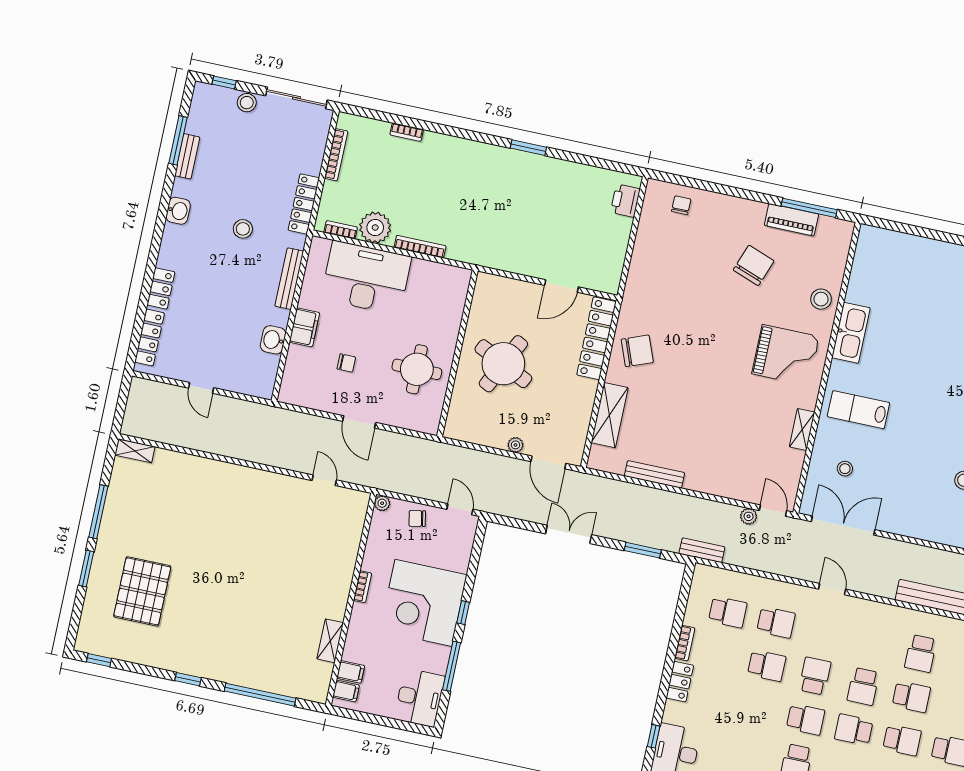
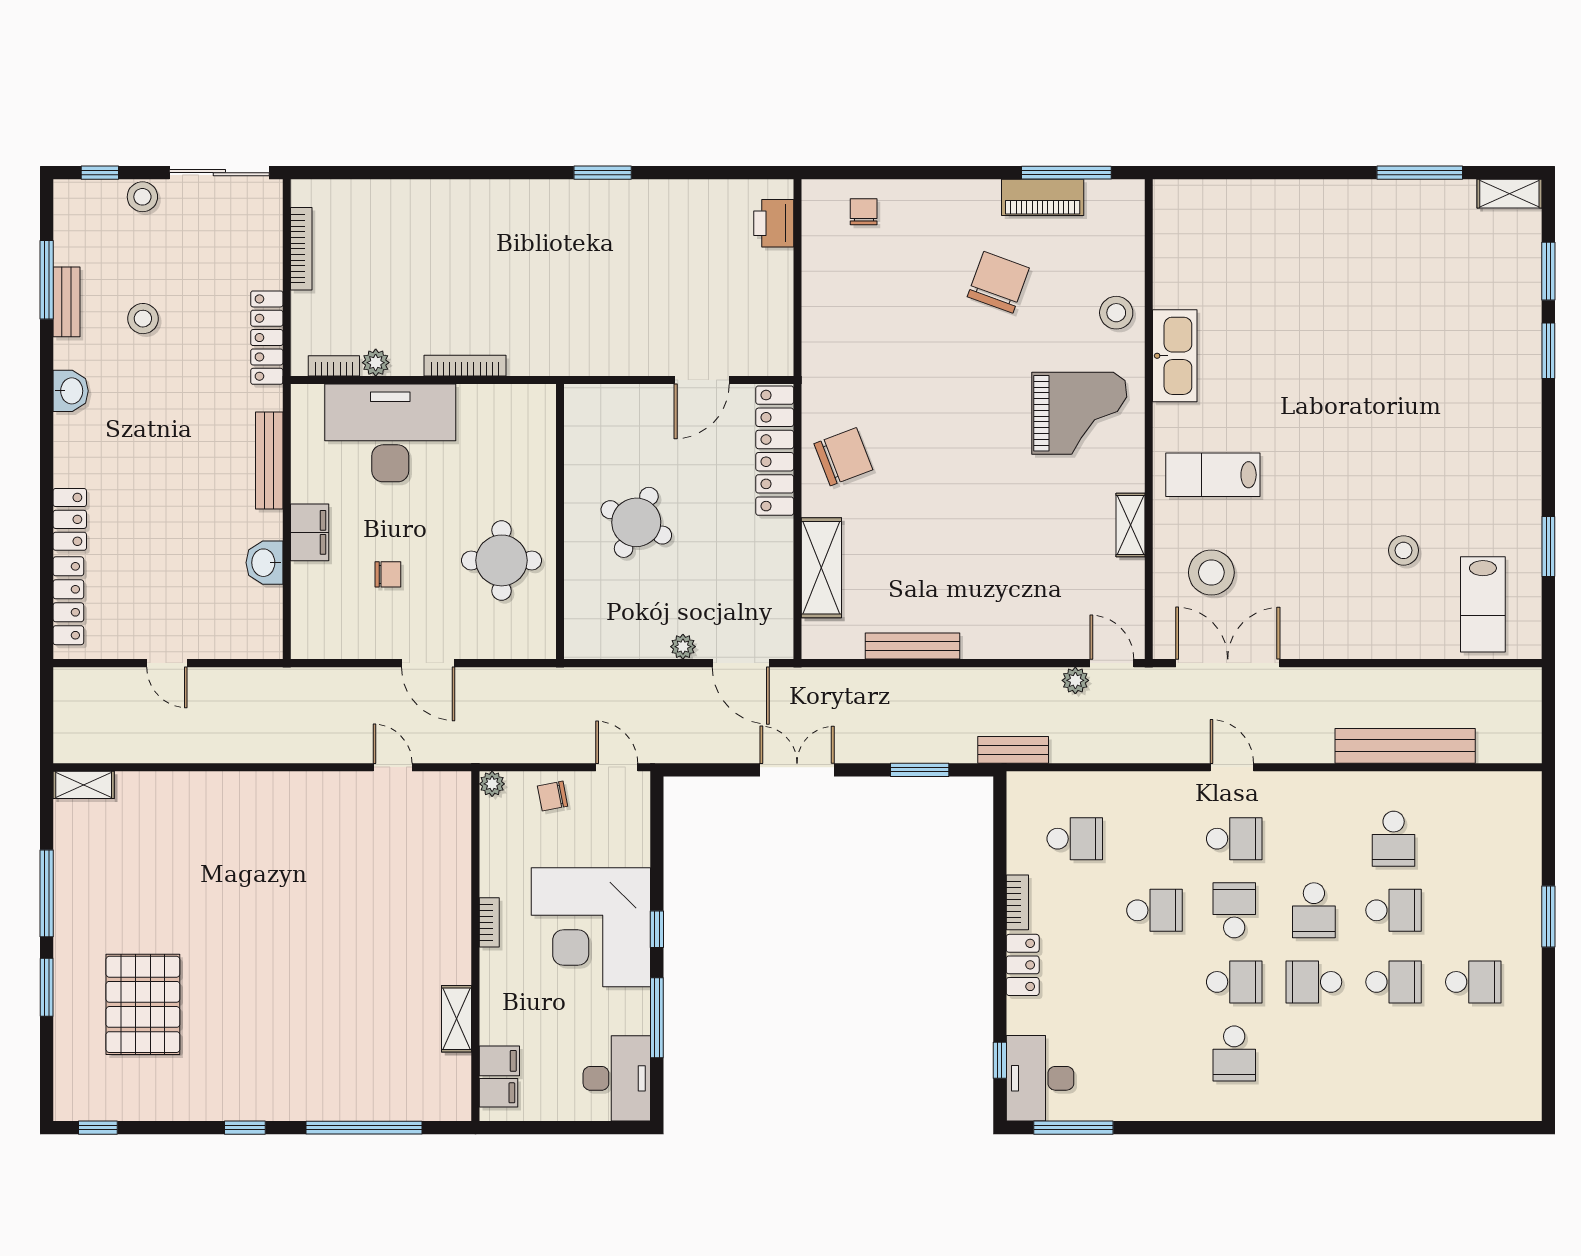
bookcase: (407, 132) -> (405, 189), removed
plant: (375, 228) -> (376, 363), width x0.53, depth x0.53
stool: (243, 229) -> (143, 319), moved
round table: (503, 364) -> (636, 522), width x0.73, depth x0.73
stool: (845, 469) -> (1211, 572), width x1.89, depth x1.89
school desk: (776, 622) -> (1234, 839), moved

